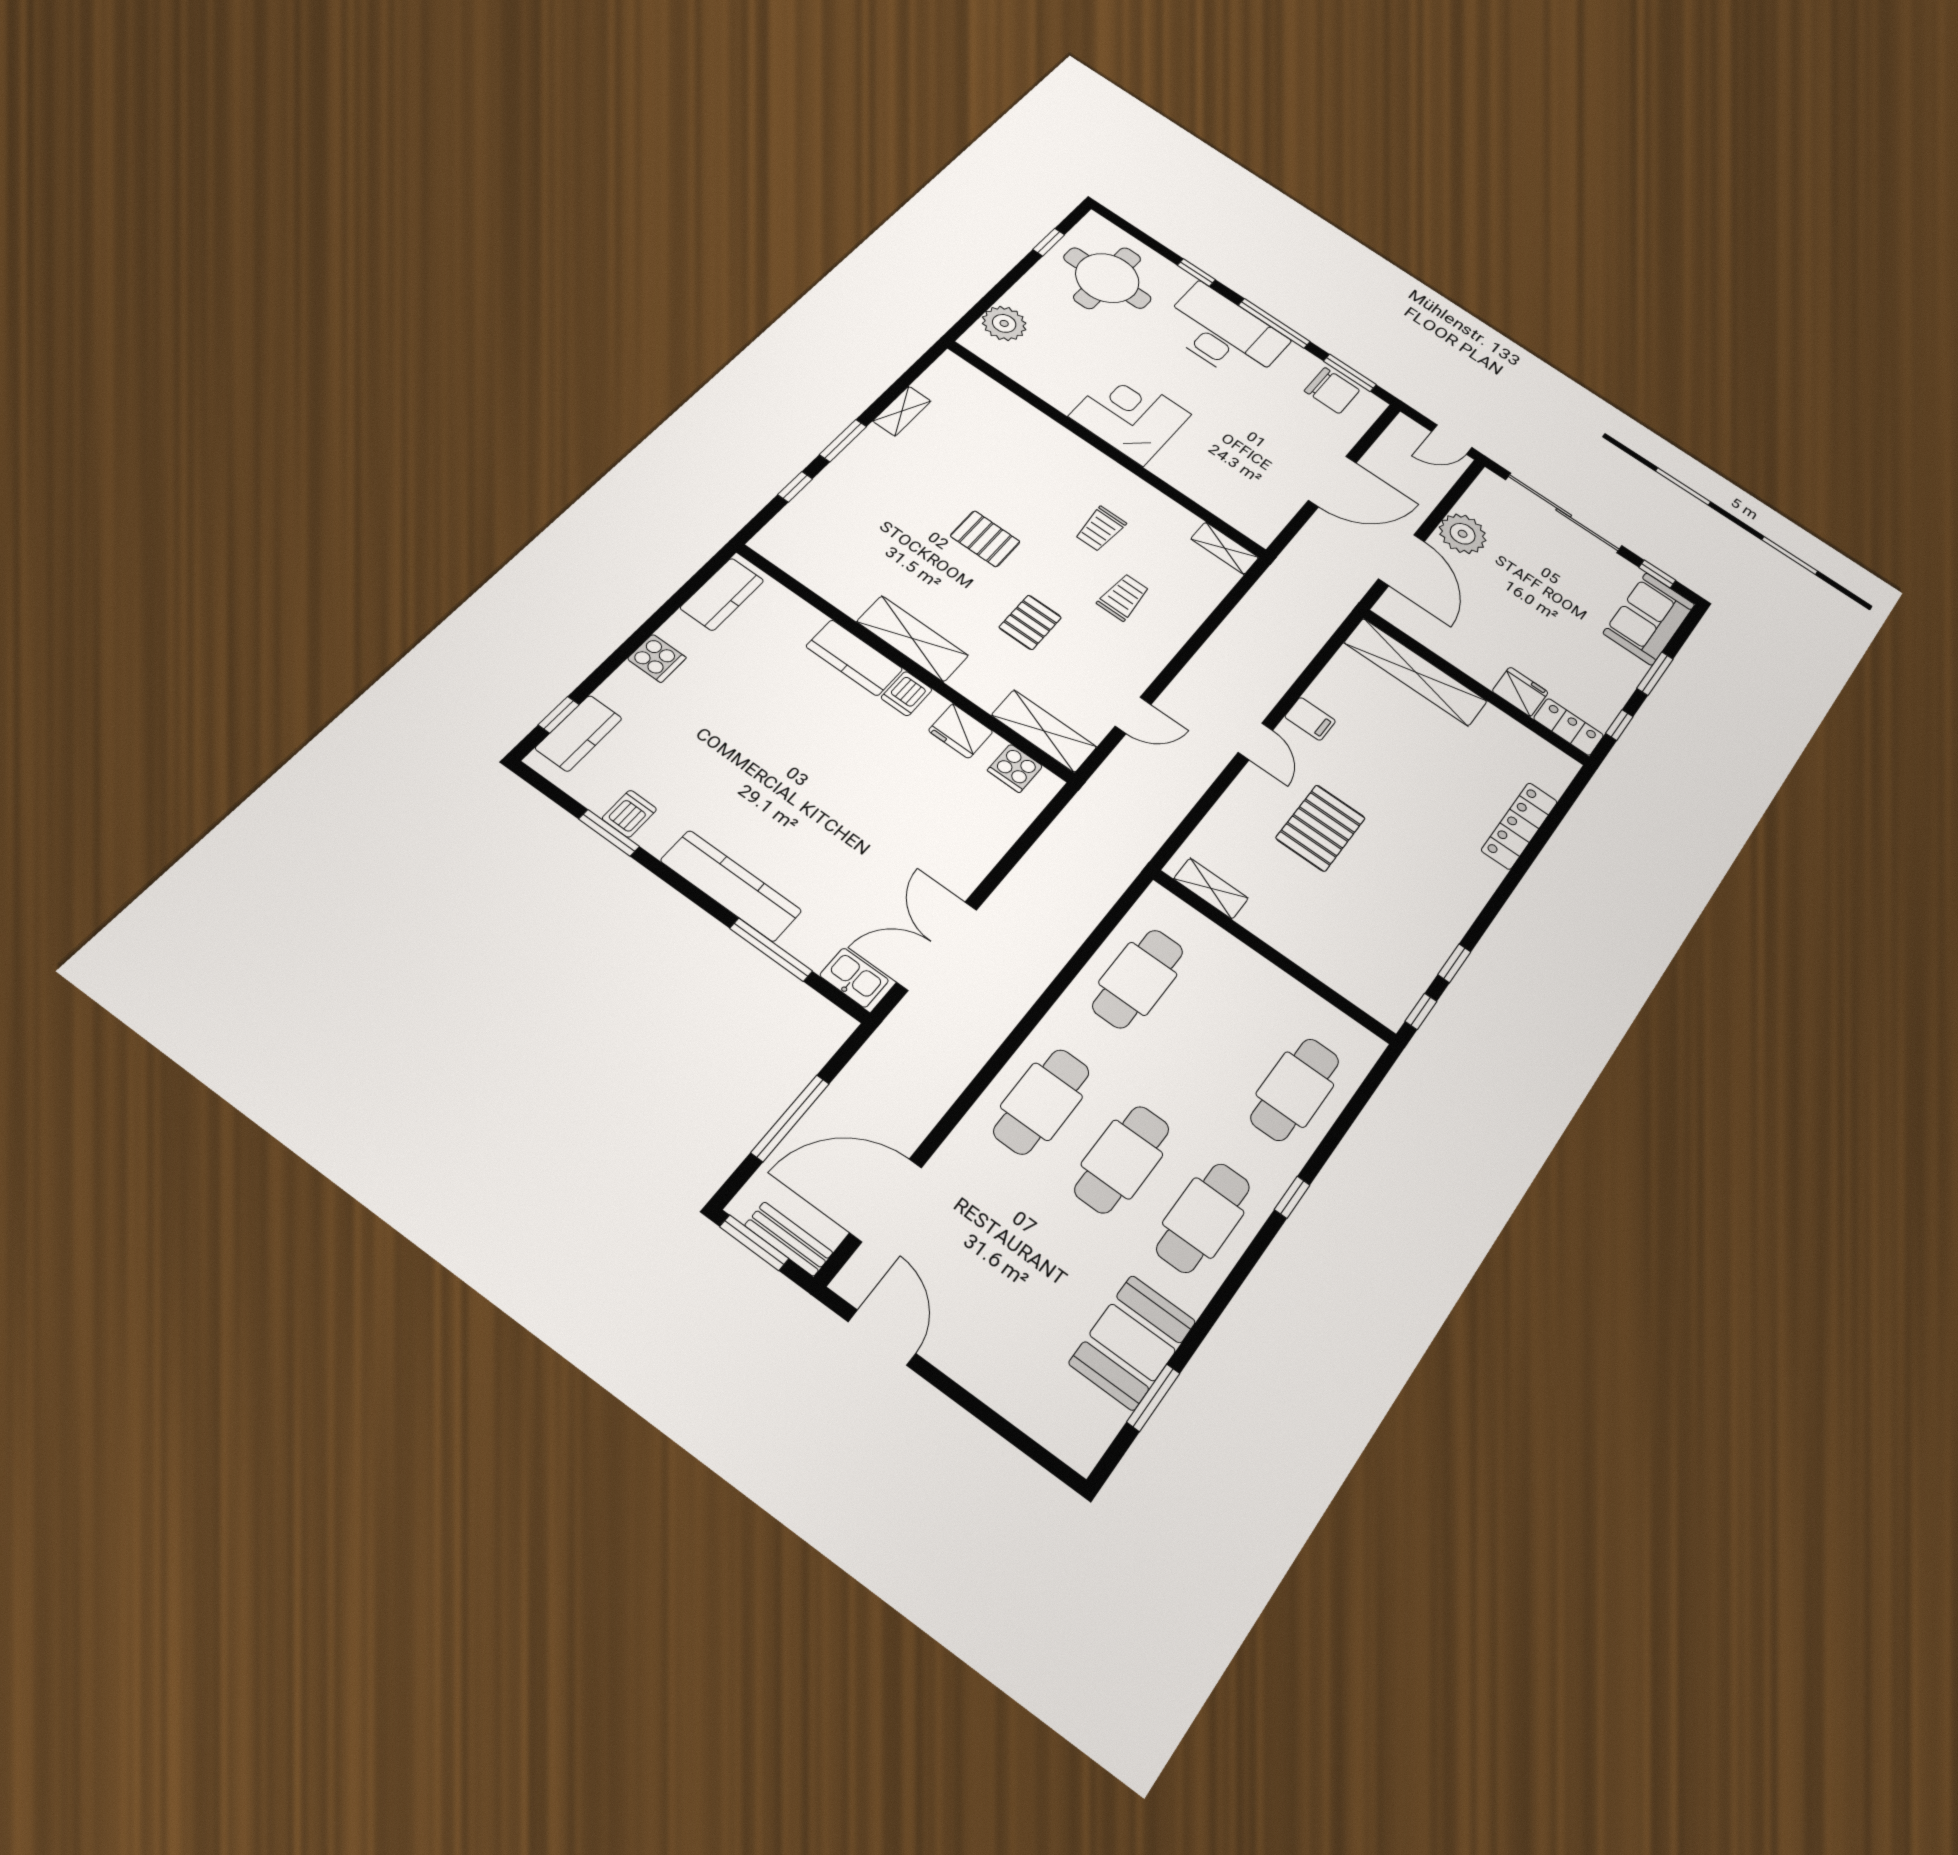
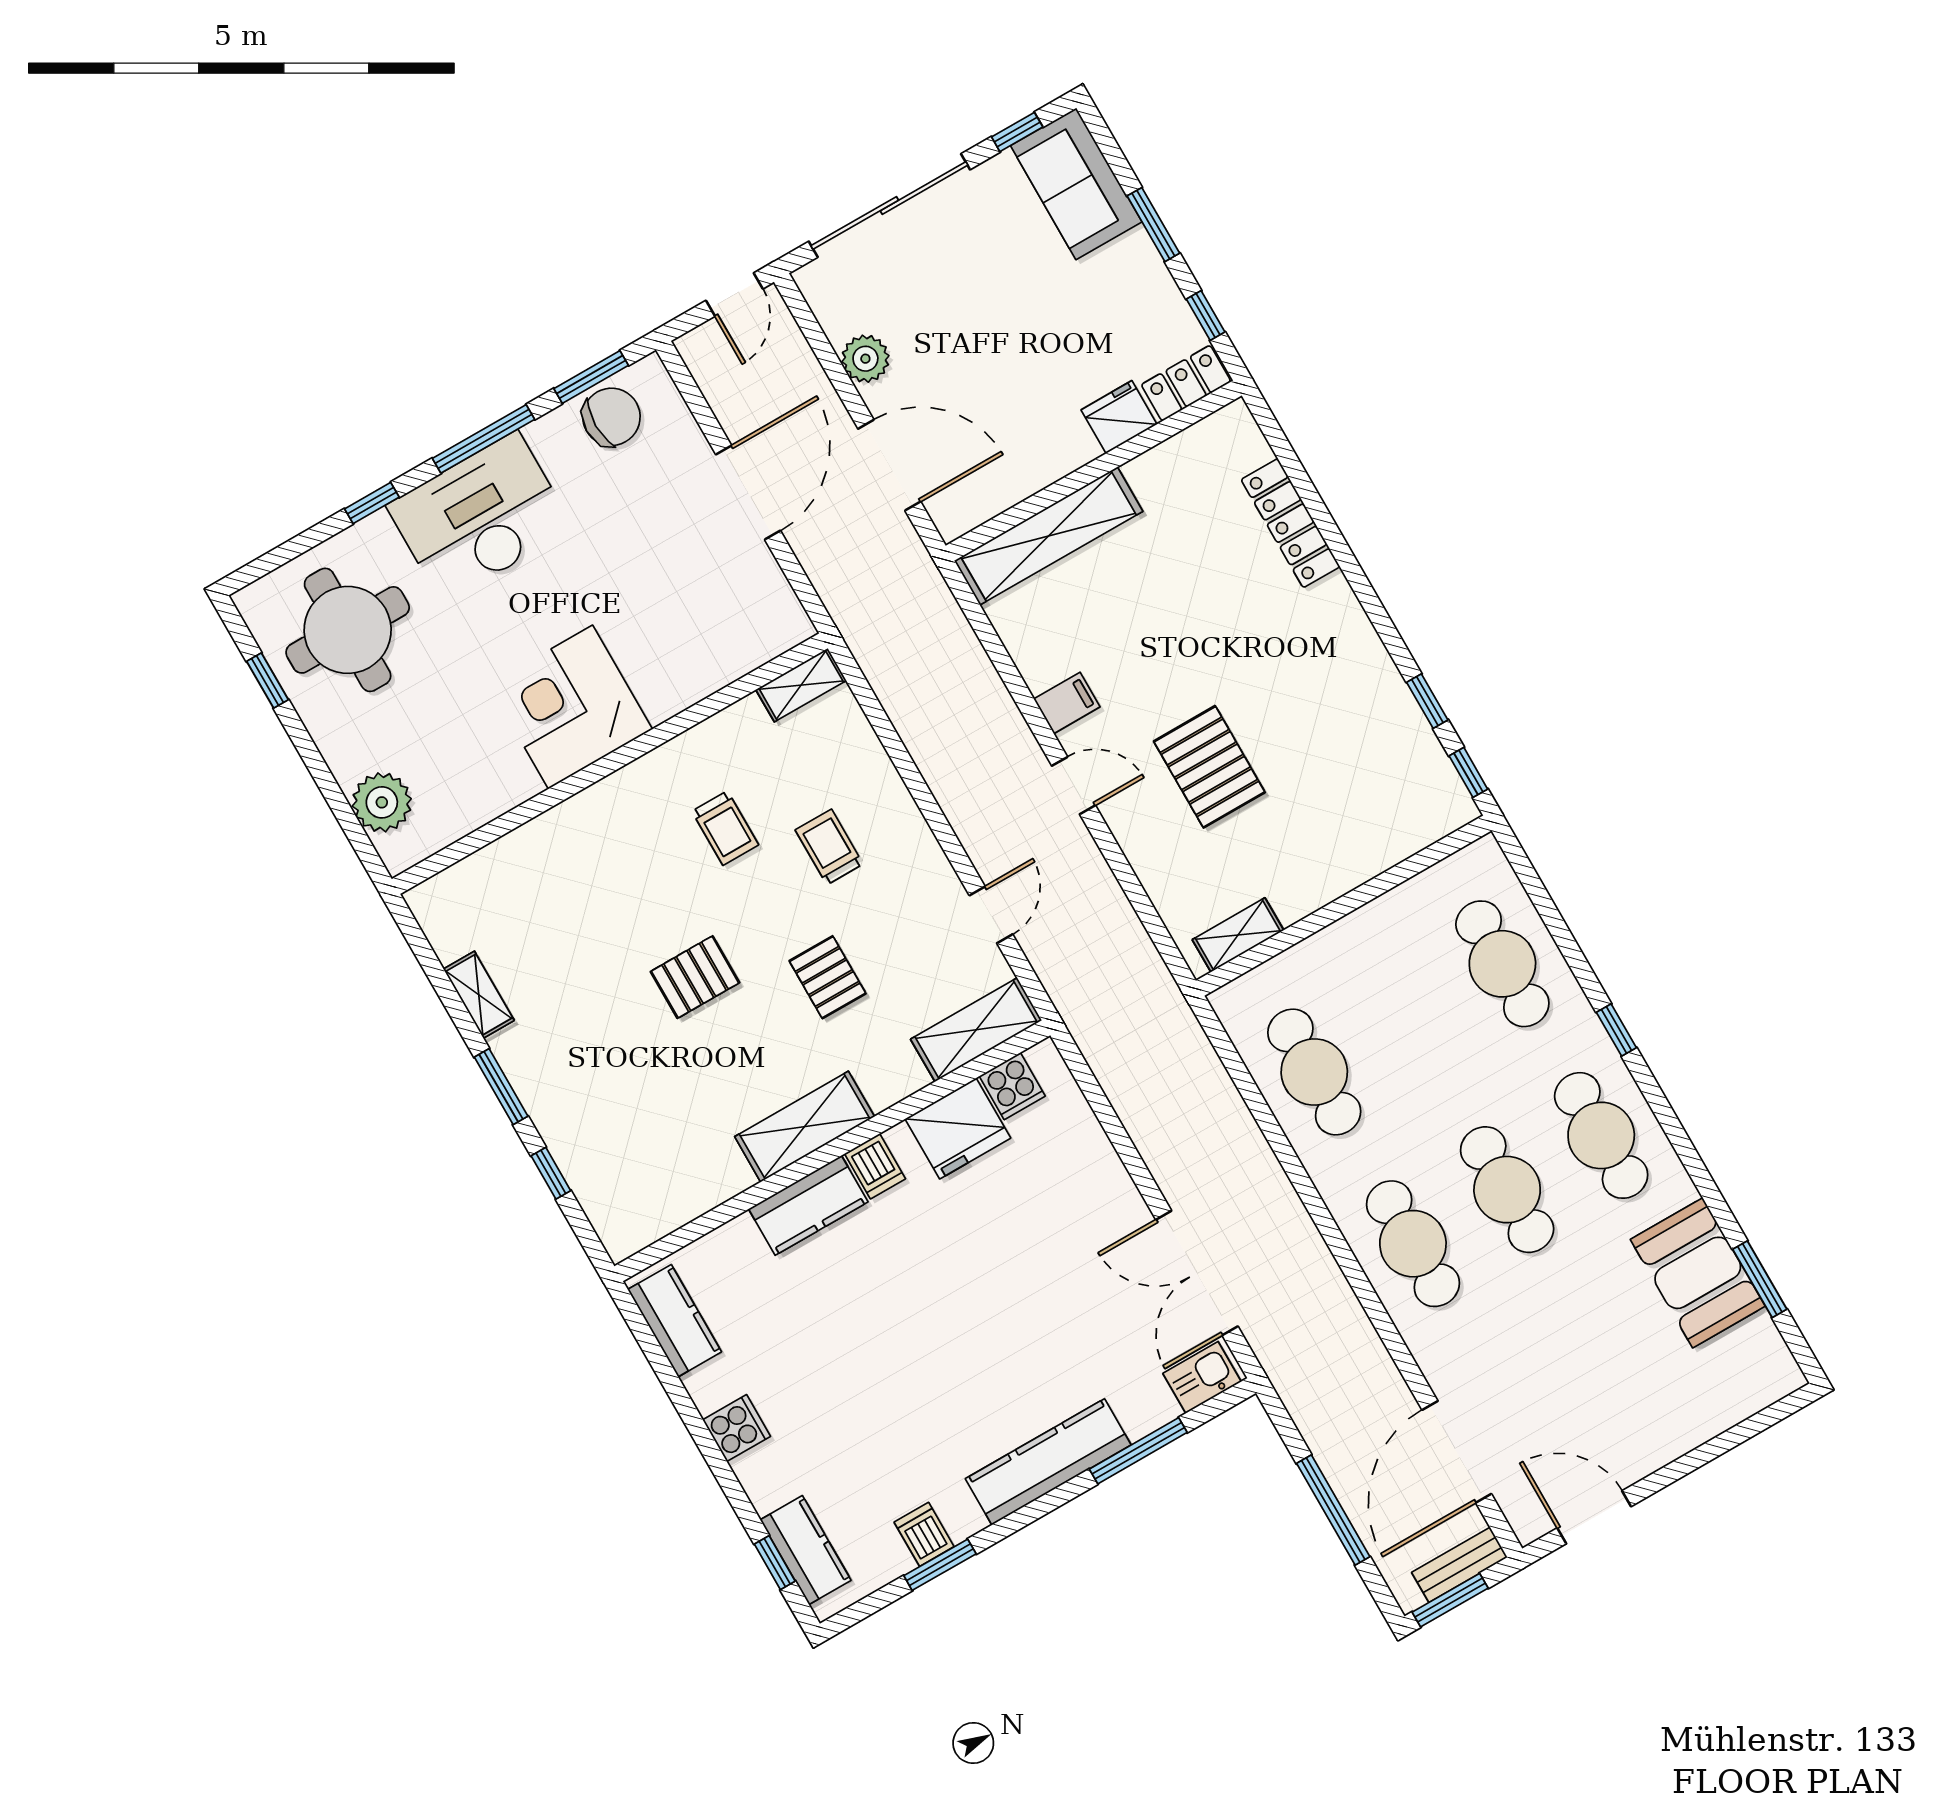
plant: (1463, 534) -> (865, 359), width x0.73, depth x0.73
fridge: (961, 731) -> (958, 1129), width x1.36, depth x1.34

